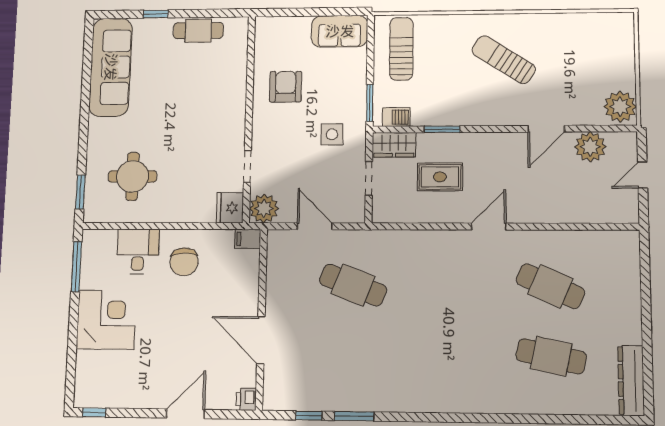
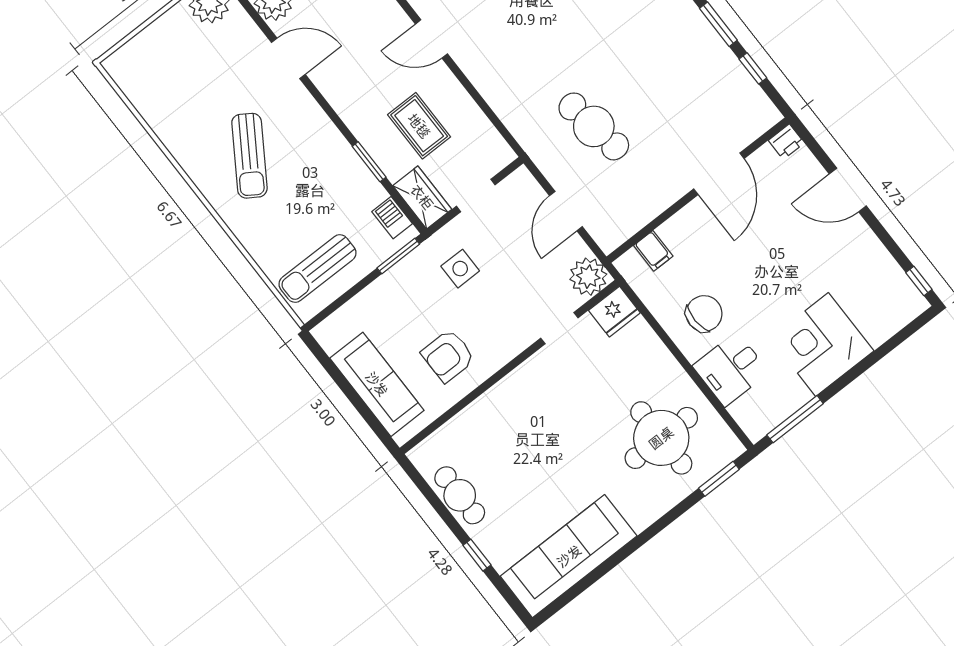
sofa: (340, 31) -> (377, 384), moved, width x1.36
round table: (133, 176) -> (661, 438), width x1.36, depth x1.36
filing cabinet: (248, 239) -> (653, 251), moved
cafe table: (353, 285) -> (594, 126), turned -30

